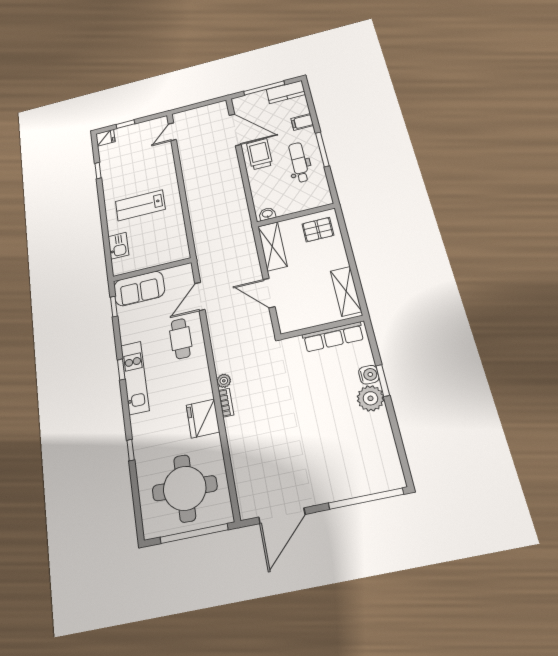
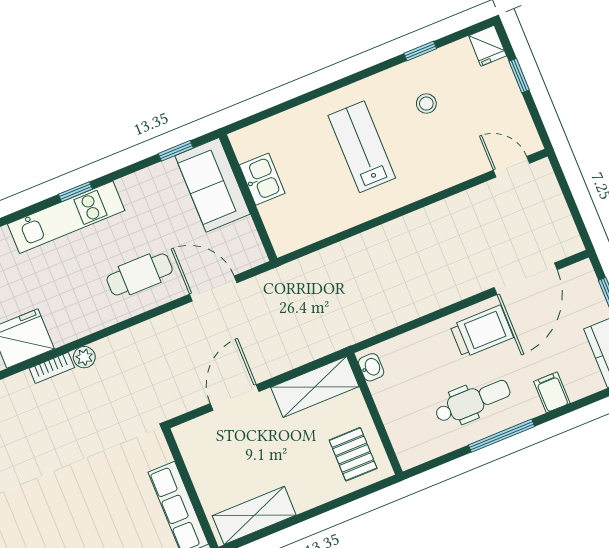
stool: (127, 170) -> (426, 104), added
kitchen sink: (118, 246) -> (262, 179), moved, turned -90

